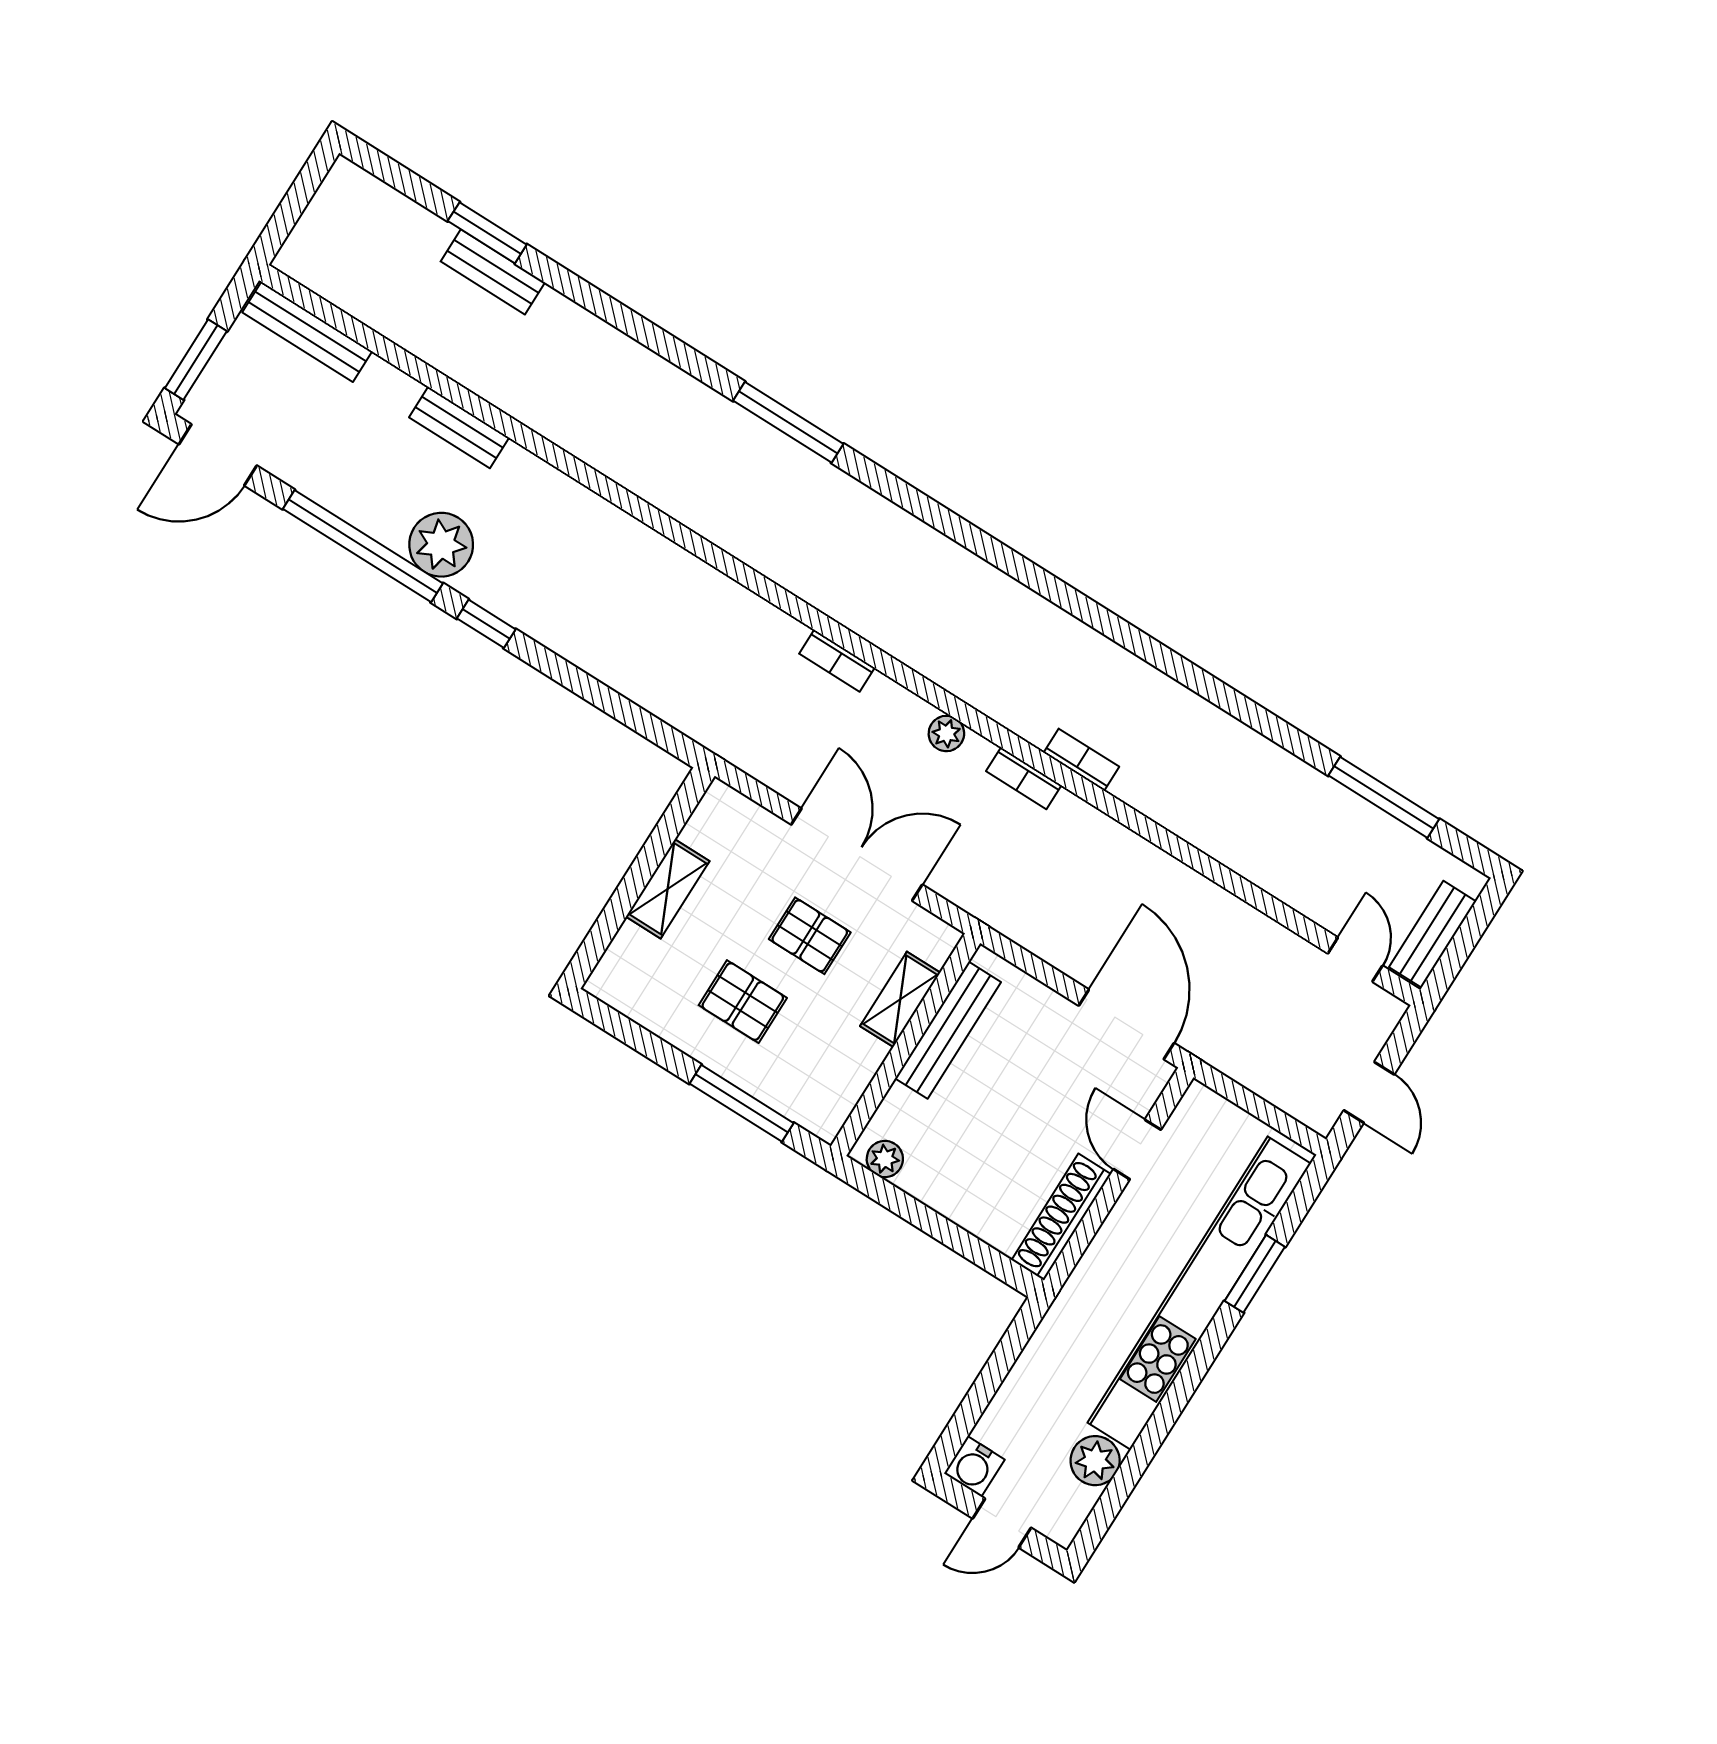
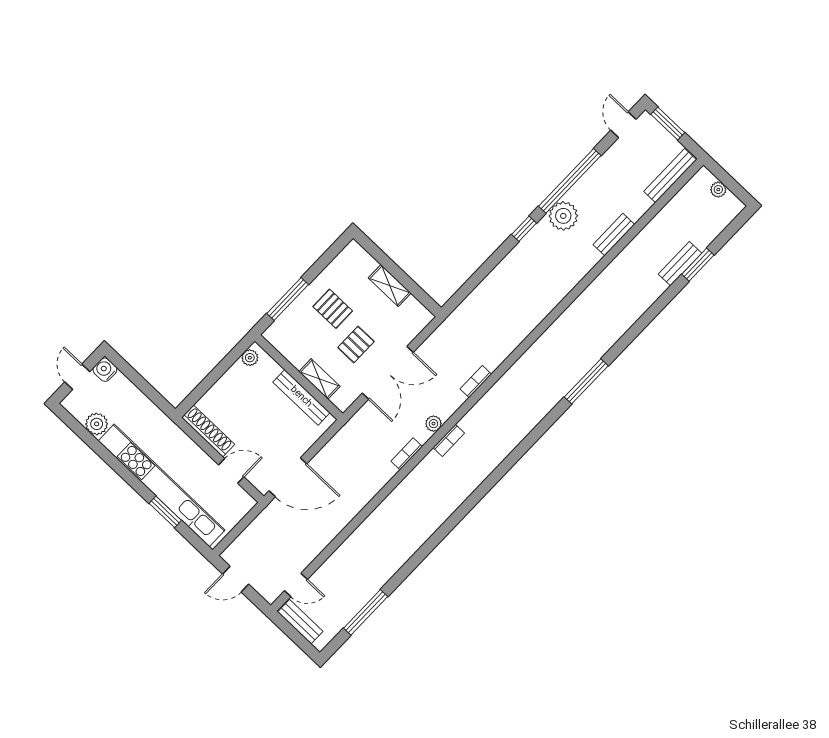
plant: (316, 222) -> (718, 190), added
door: (218, 455) -> (623, 125), width x0.73
bookcase: (1081, 760) -> (449, 440), moved
pallet: (743, 1002) -> (333, 309), turned 90

